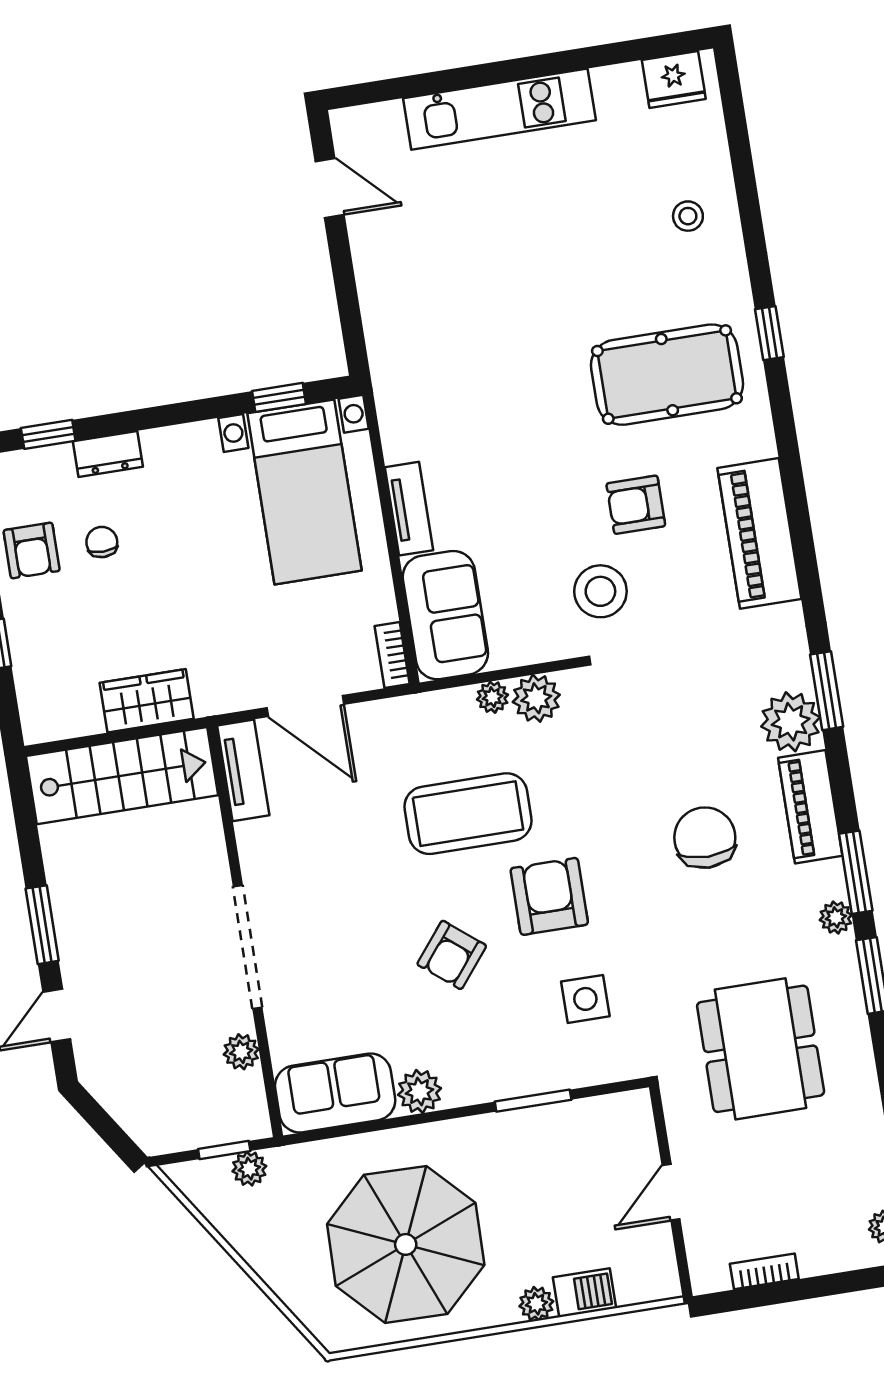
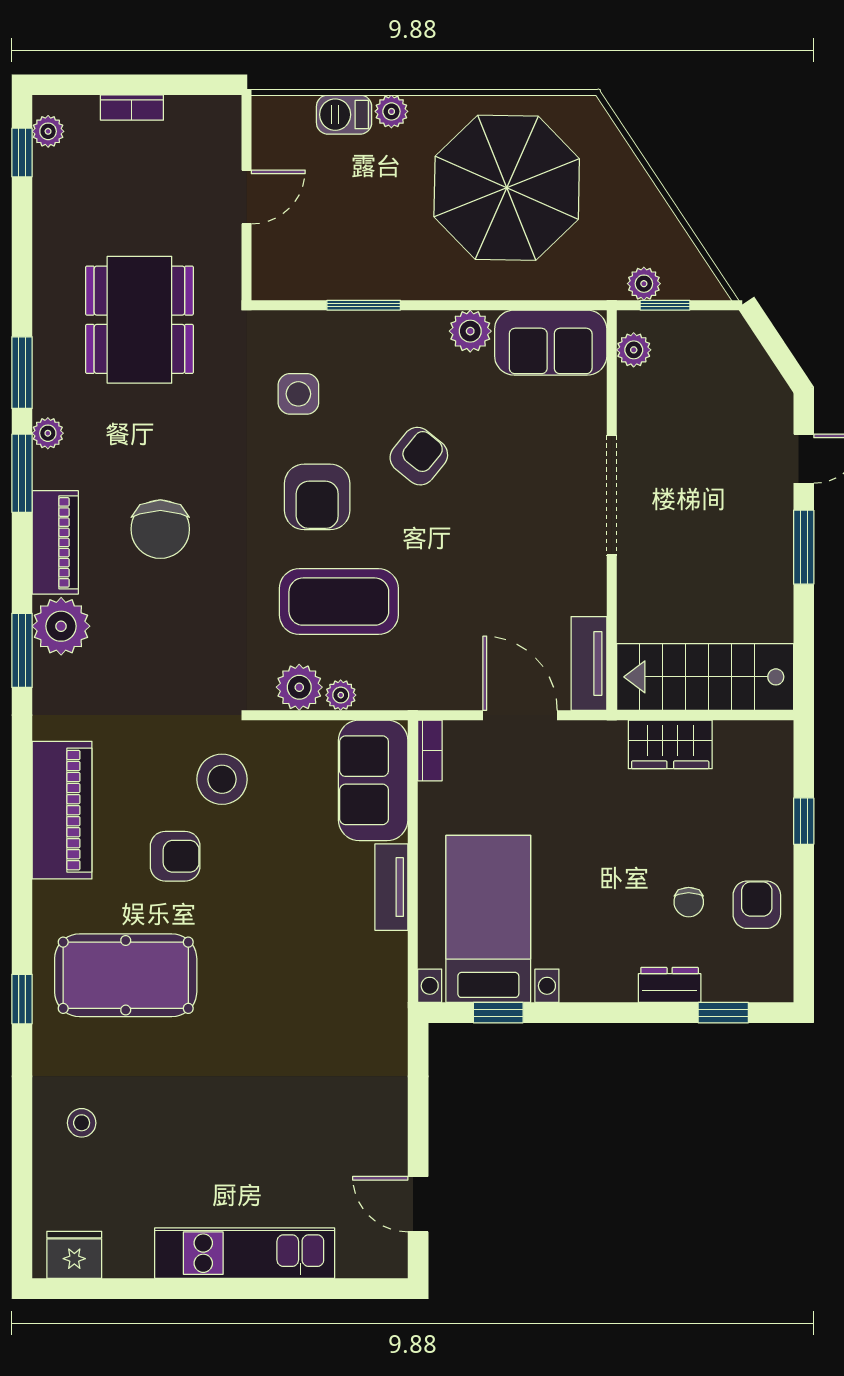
coffee table: (468, 814) -> (339, 602), moved
plant: (241, 1052) -> (634, 350), moved
bookcase: (764, 1271) -> (132, 108), moved

